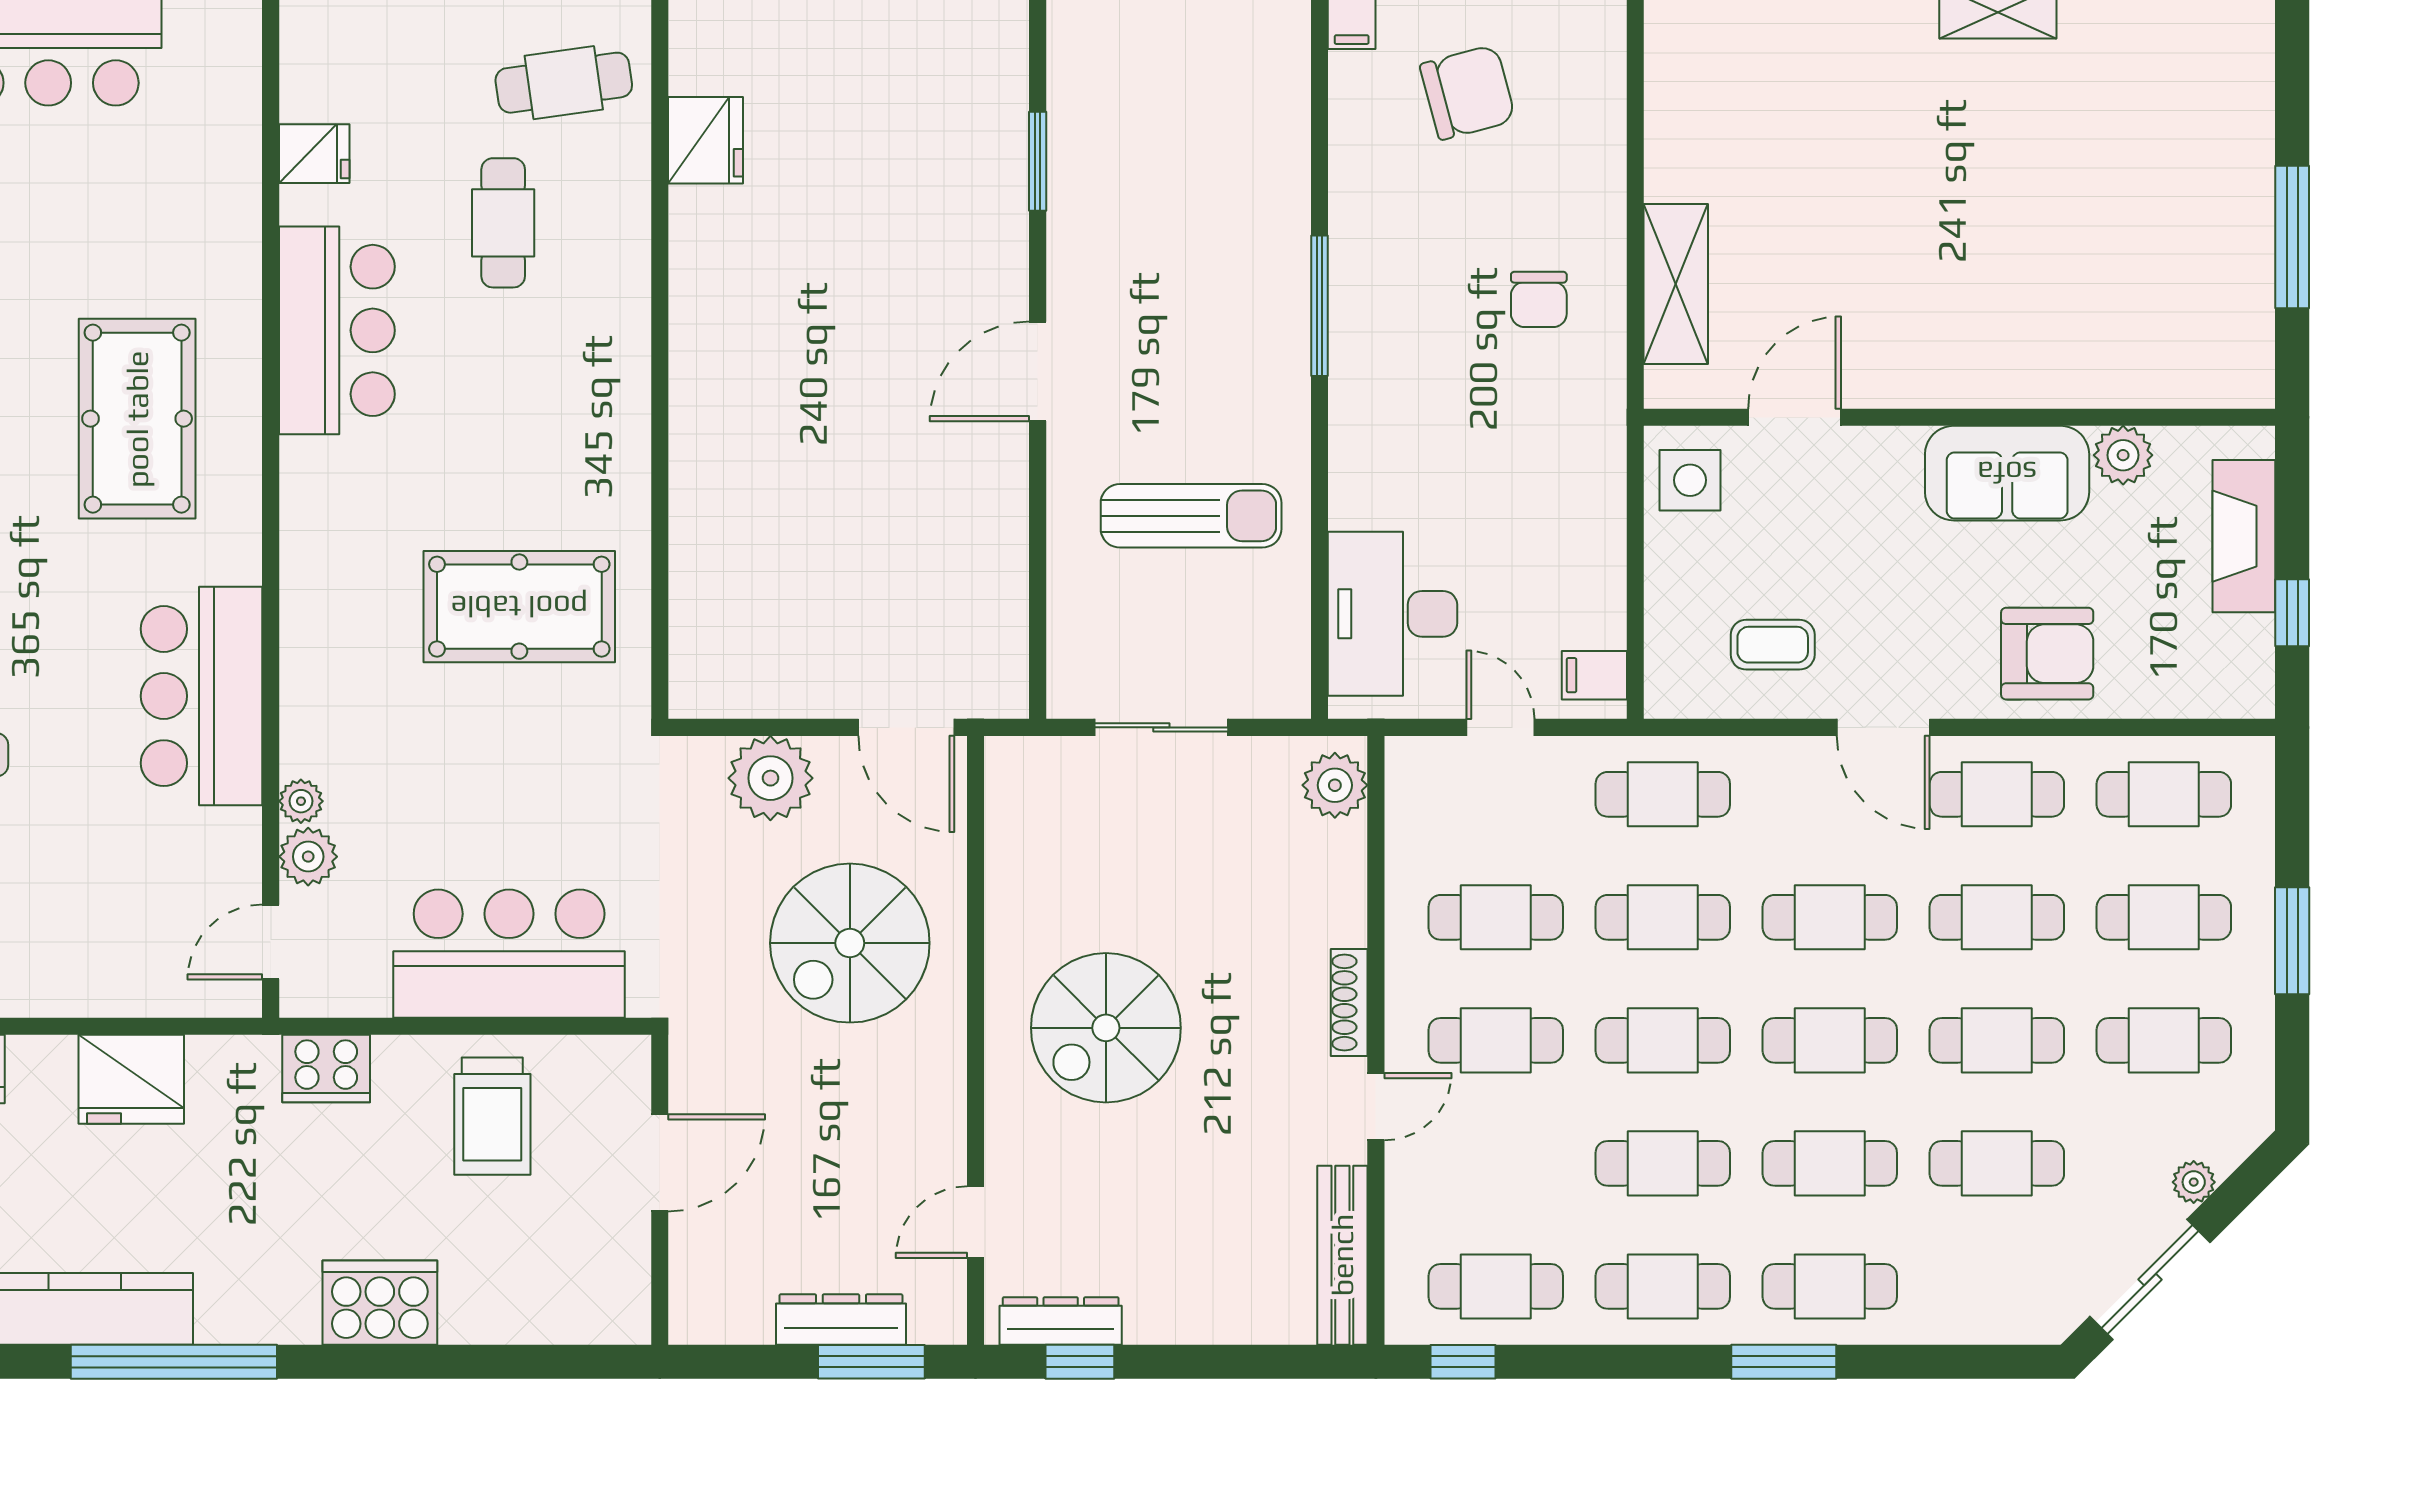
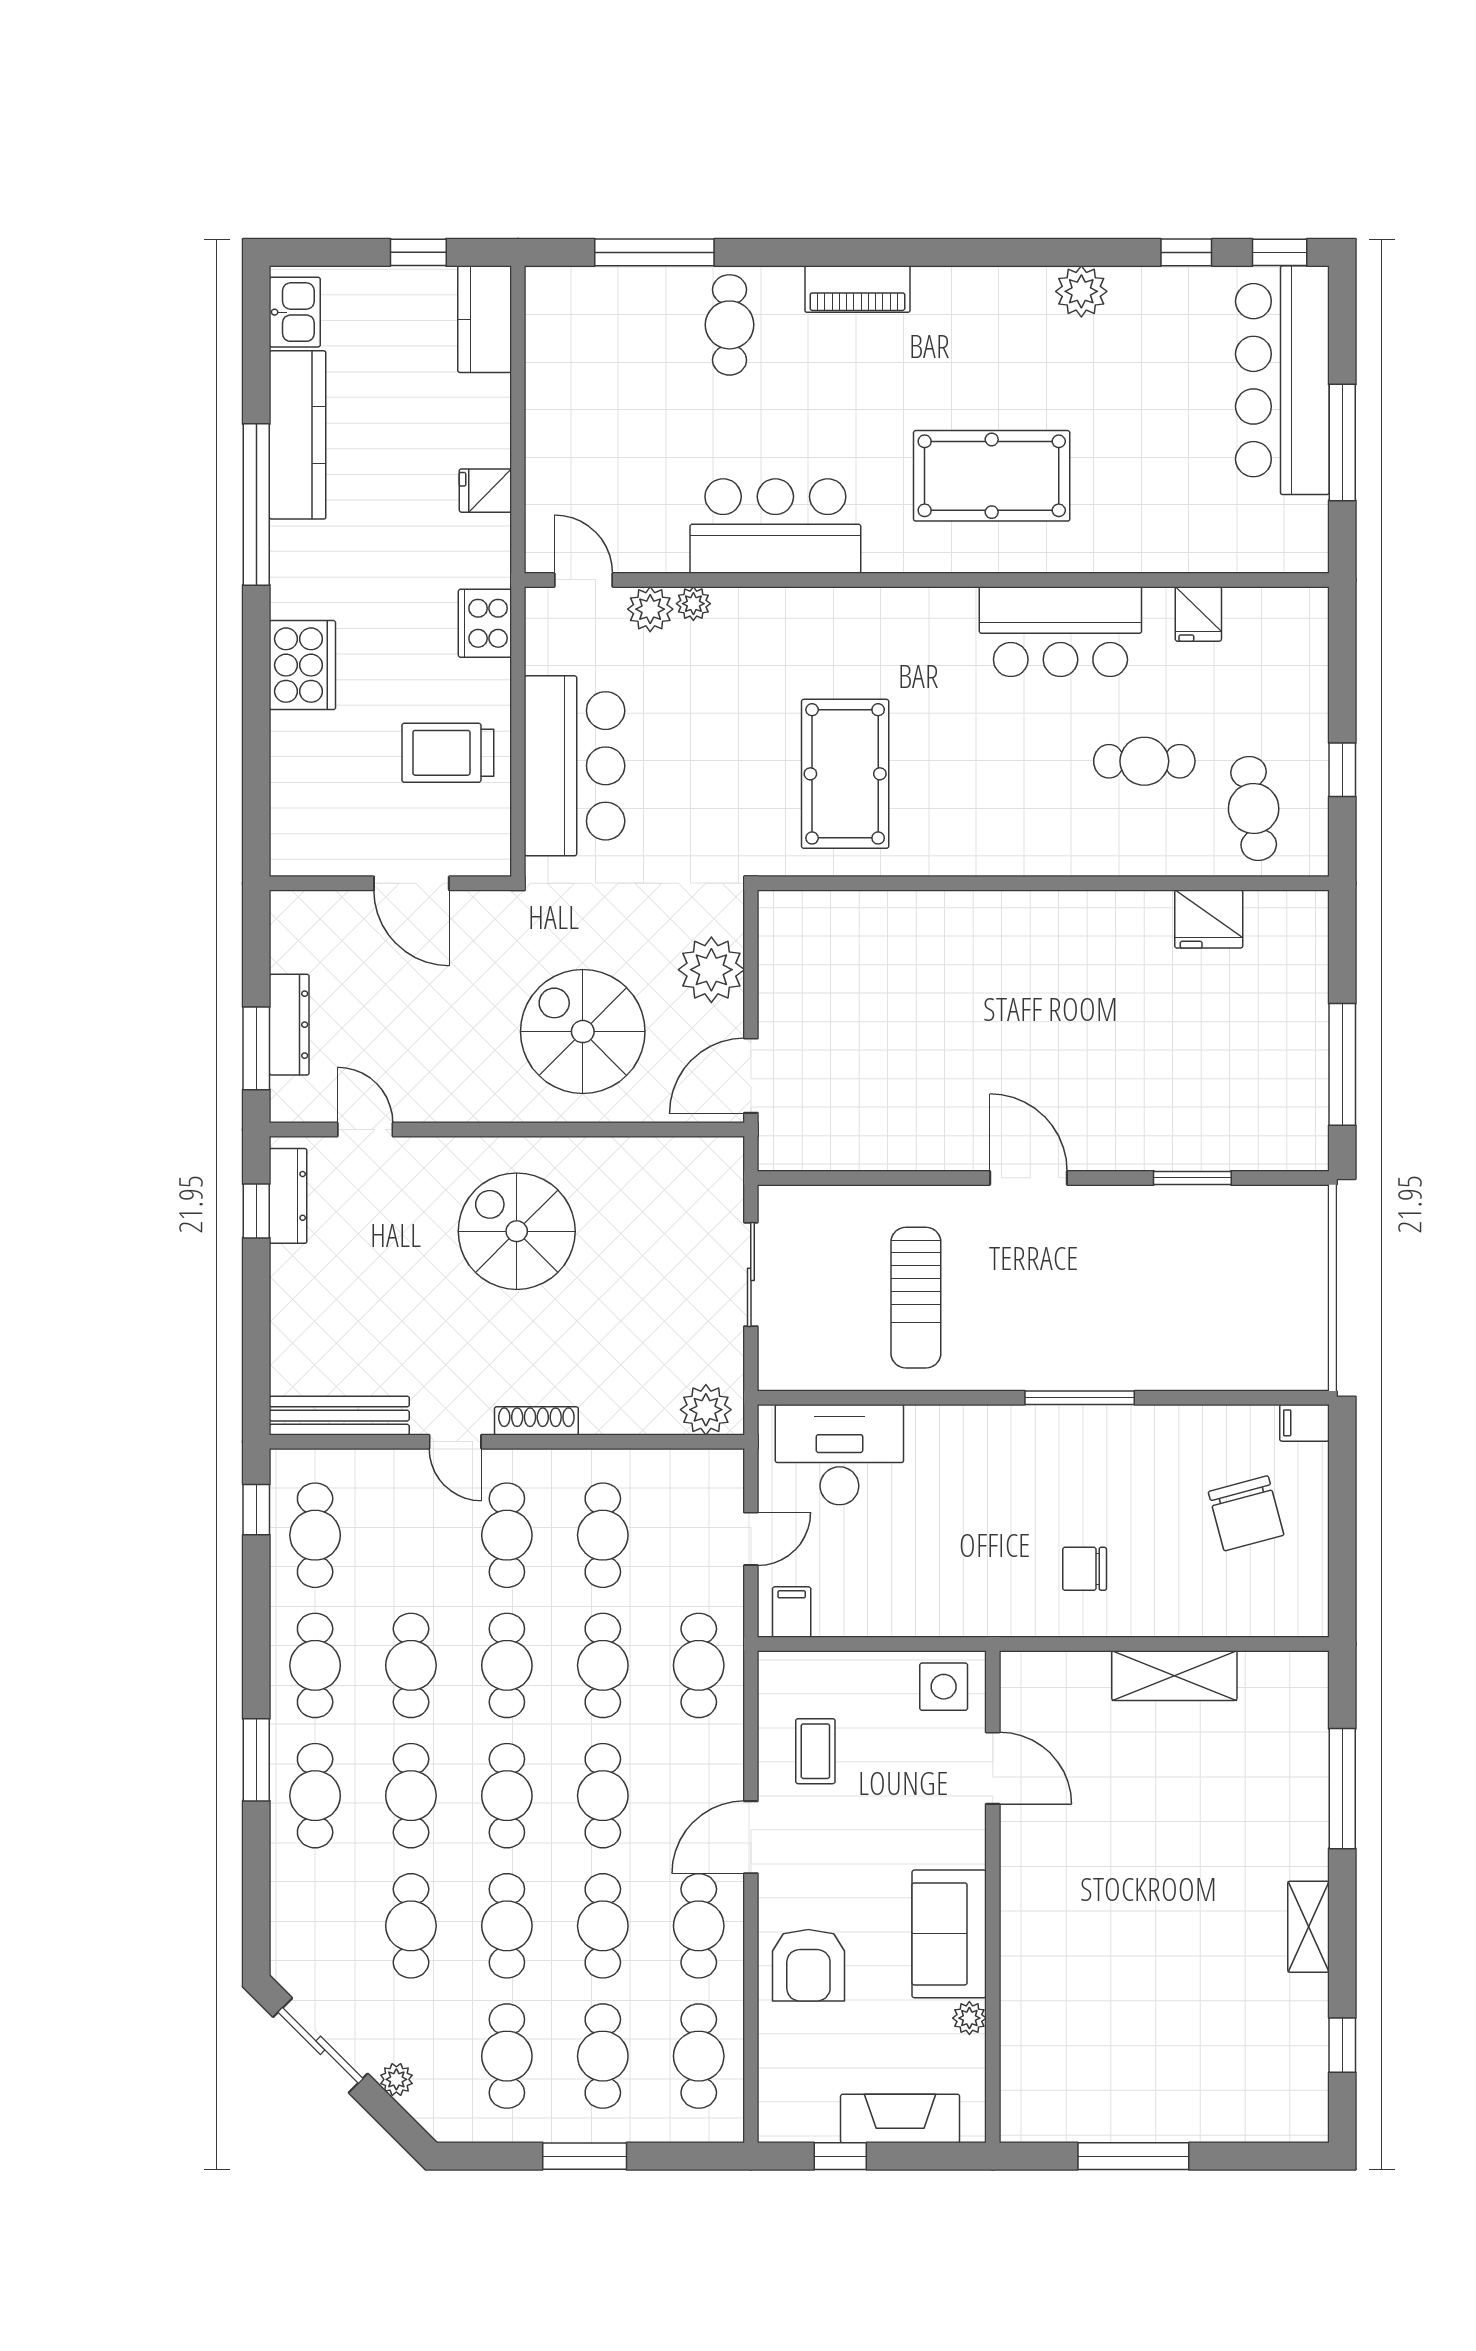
shelving: (1676, 284) -> (1174, 1676), moved
plant: (2123, 455) -> (969, 2018), width x0.73, depth x0.73
fridge: (131, 1079) -> (485, 491), width x0.53, depth x0.75

